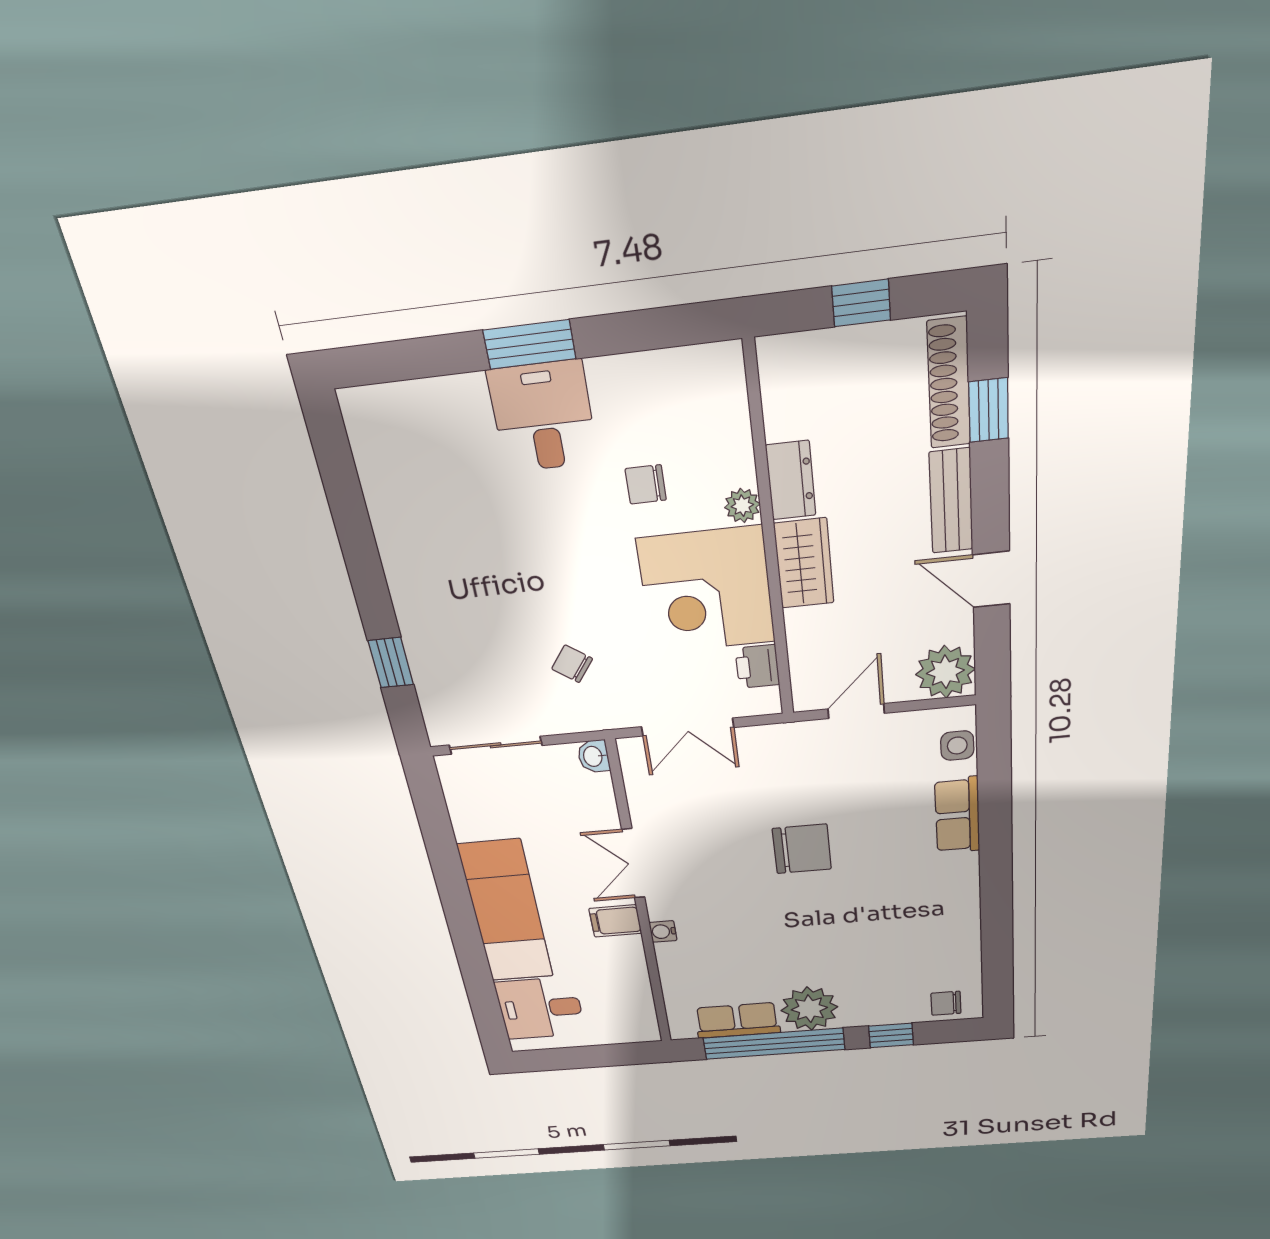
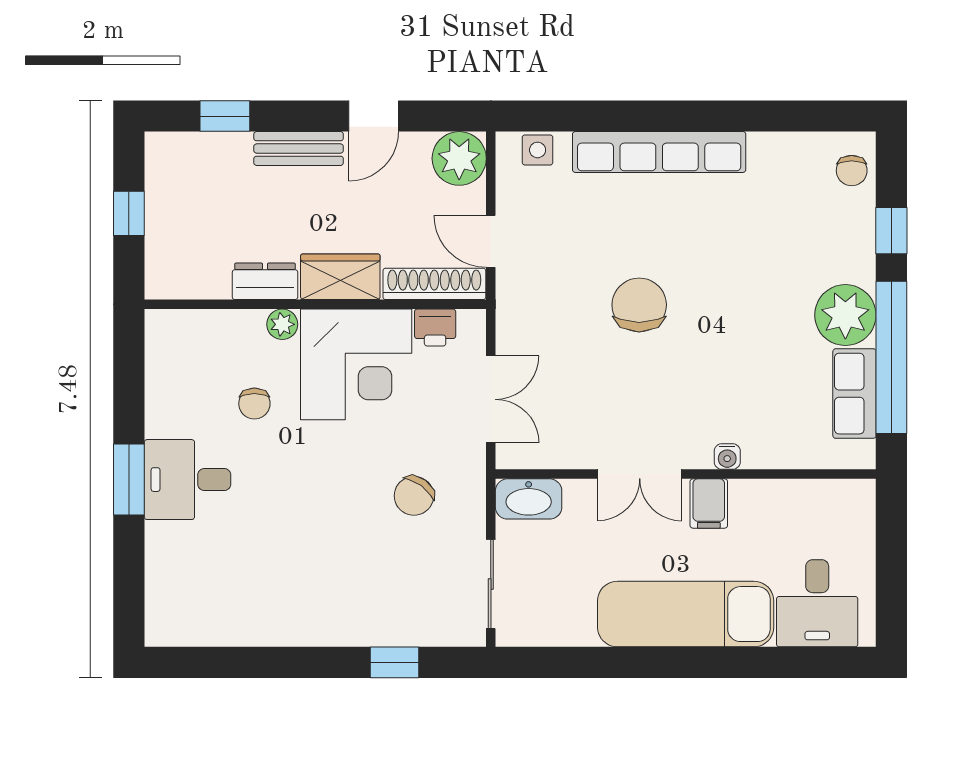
shoe rack: (949, 383) -> (434, 284), moved, turned 180
chair: (572, 664) -> (414, 496), width x1.37, depth x1.37
washbasin: (594, 756) -> (529, 499), width x1.91, depth x1.45
row of seats: (957, 815) -> (659, 152), width x2.02

